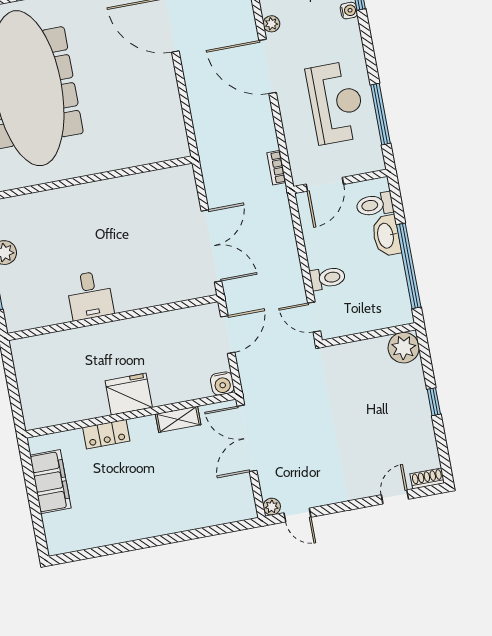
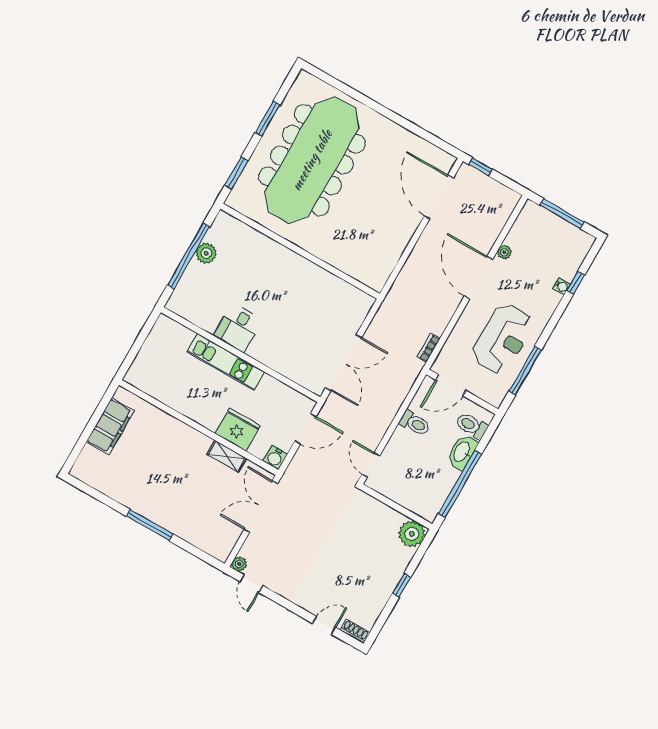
toilet: (328, 278) -> (415, 423), moved
kitchen unit: (105, 335) -> (226, 362), added
fridge: (129, 394) -> (238, 429), moved
locker: (106, 434) -> (172, 426), removed
window: (161, 540) -> (150, 525), added

